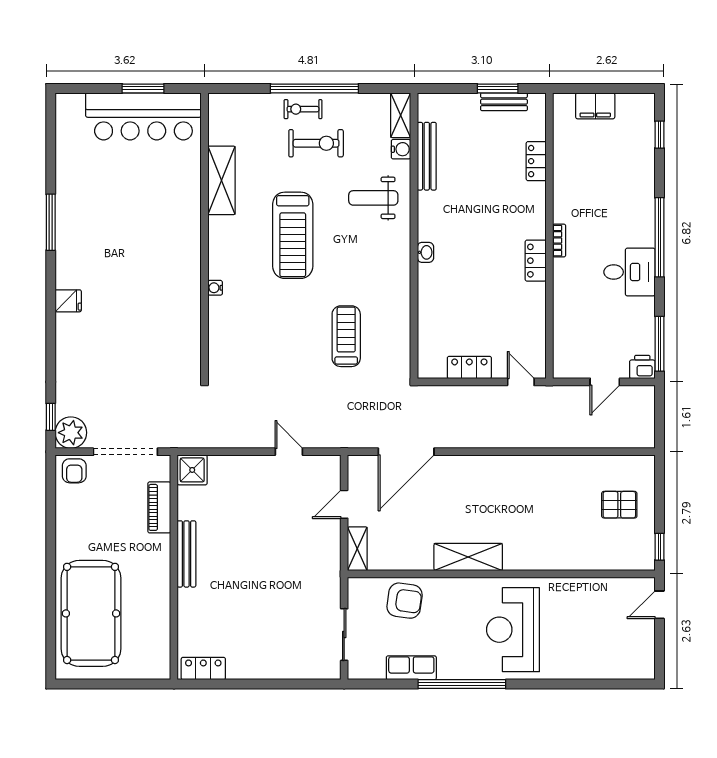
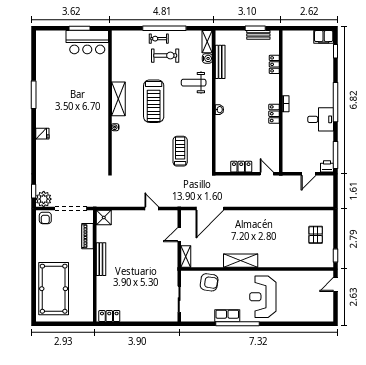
filing cabinet: (595, 106) -> (324, 37), moved
bar counter: (143, 116) -> (87, 42), width x0.73
shelving: (221, 180) -> (118, 99), moved
pallet: (619, 505) -> (316, 235), turned 90
row of seats: (411, 668) -> (227, 316), moved

